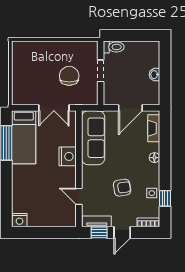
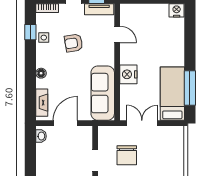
washbasin: (154, 75) -> (41, 136), moved

